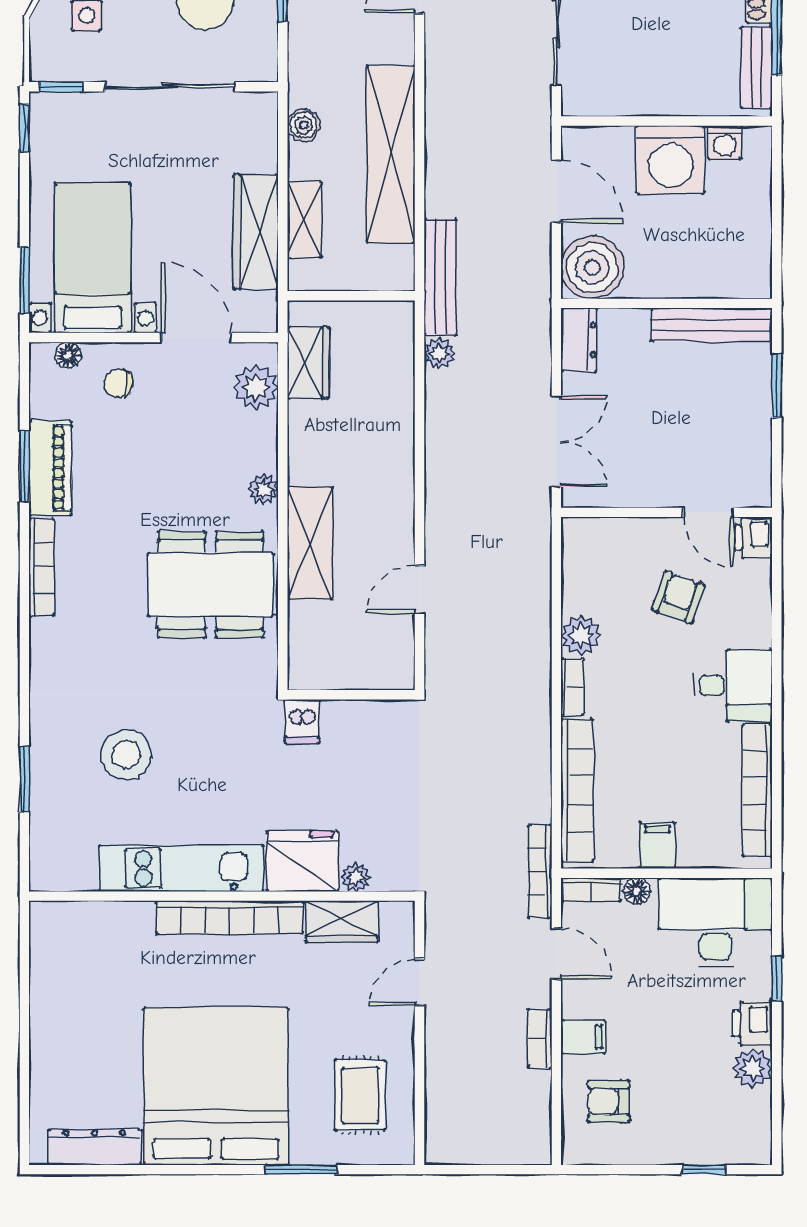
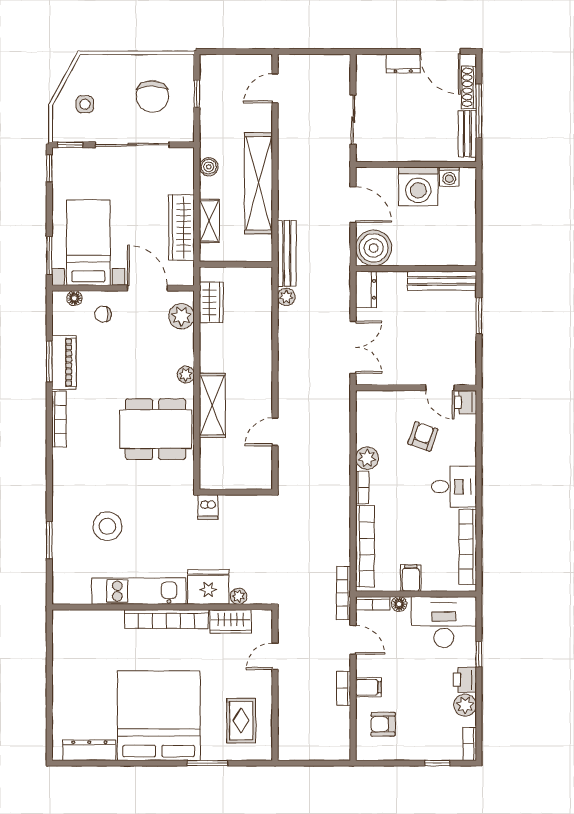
bookcase: (760, 1136) -> (470, 744), added

